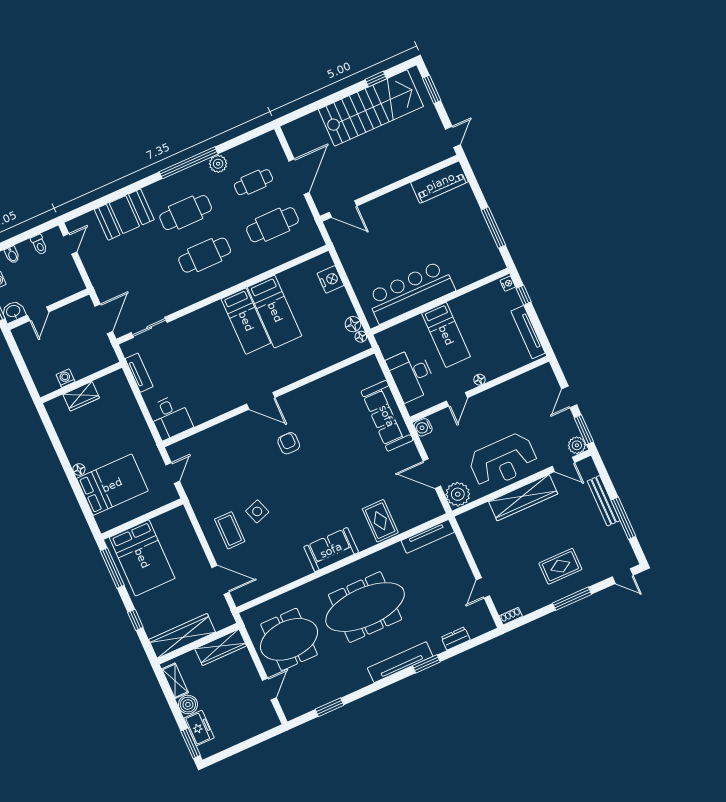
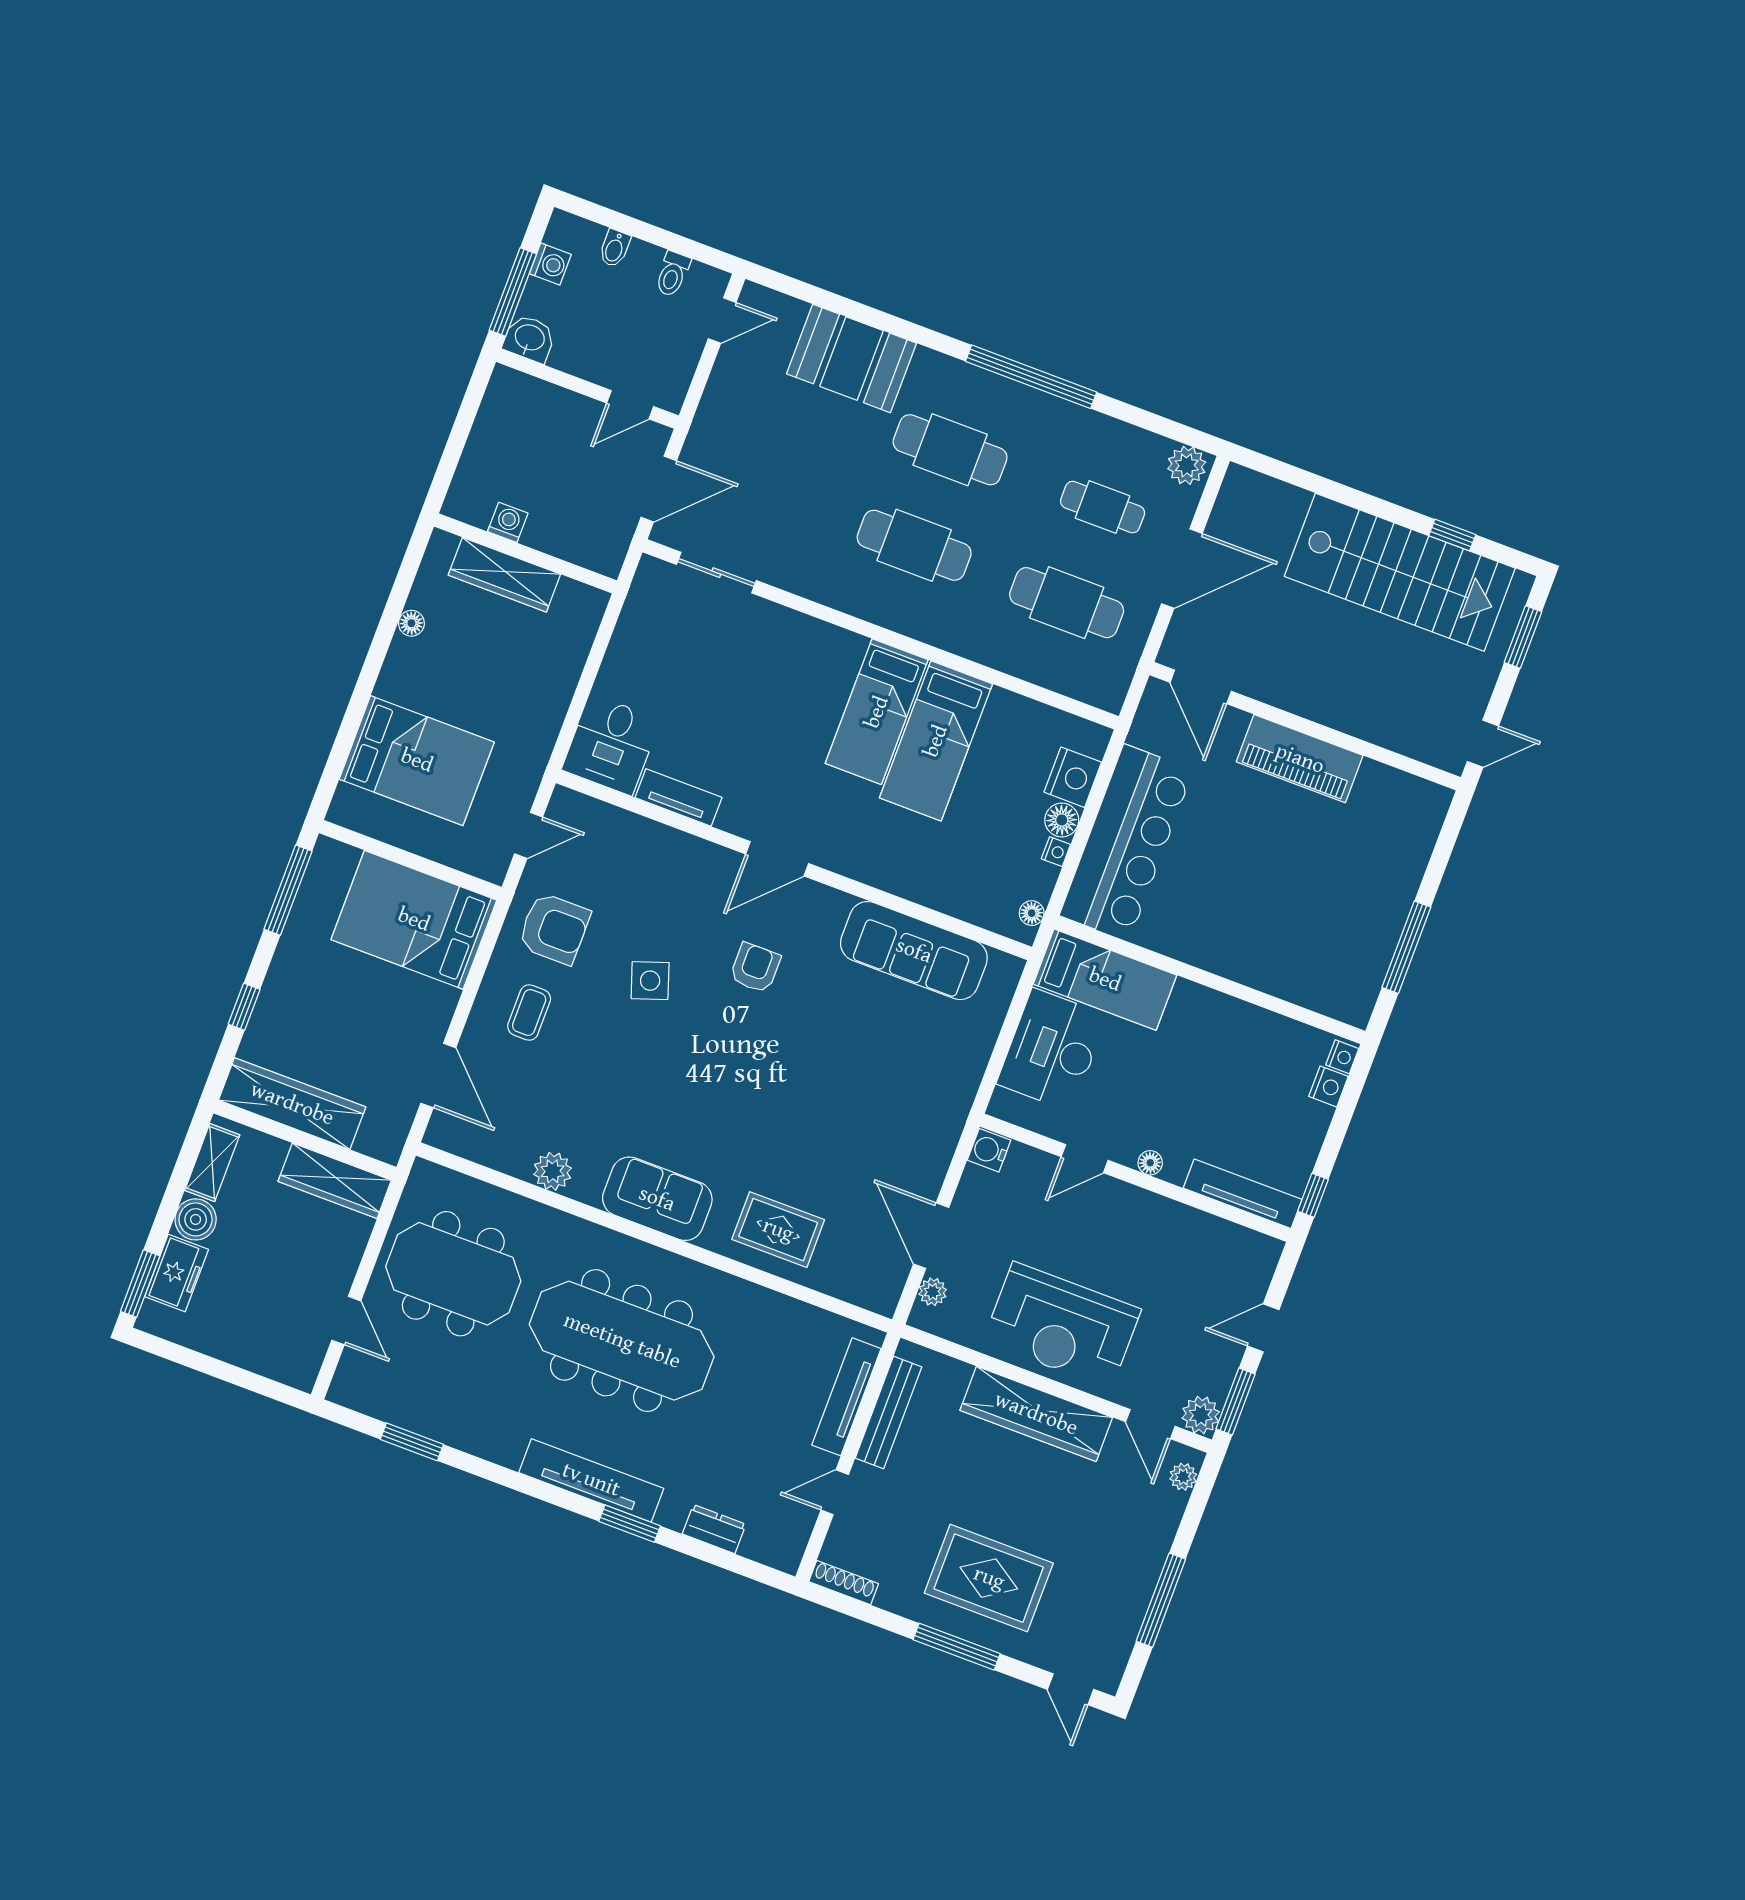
plant: (218, 164) -> (1187, 465), moved
piano: (440, 182) -> (1300, 759), moved
bar counter: (411, 292) -> (1126, 843), moved, turned 90
window: (524, 295) -> (1313, 1195), moved
nightstand: (513, 298) -> (1328, 1086), added
nightstand: (349, 309) -> (1056, 852), added
door: (38, 314) -> (630, 405), moved
floor lamp: (353, 324) -> (1062, 820), moved
tv unit: (528, 332) -> (1243, 1194), moved, turned 90
bed: (446, 335) -> (1105, 980), moved, turned -90
tv unit: (139, 373) -> (679, 797), moved, turned -90
wardrobe: (81, 396) -> (504, 575), width x1.50
door: (261, 401) -> (777, 859), hinge flipped
sofa: (387, 416) -> (914, 951), moved, turned -90
floor lamp: (79, 469) -> (411, 623), moved
plant: (591, 471) -> (1183, 1477), added
plant: (458, 494) -> (933, 1292), width x0.53, depth x0.53
armchair: (211, 495) -> (554, 929), added
bench: (604, 501) -> (888, 1412), moved
side table: (257, 511) -> (650, 981), moved
rug: (380, 521) -> (778, 1230), turned 90
coffee table: (230, 530) -> (529, 1012), width x0.73, depth x0.77
tv unit: (428, 536) -> (846, 1397), moved, turned 90
bed: (142, 558) -> (414, 920), moved, turned 90
rug: (560, 566) -> (989, 1578), width x1.36, depth x1.43
plant: (288, 574) -> (553, 1171), added
shoe rack: (511, 616) -> (844, 1583), width x1.43
door: (269, 689) -> (346, 1321), hinge flipped

